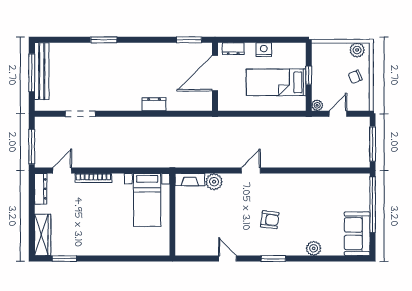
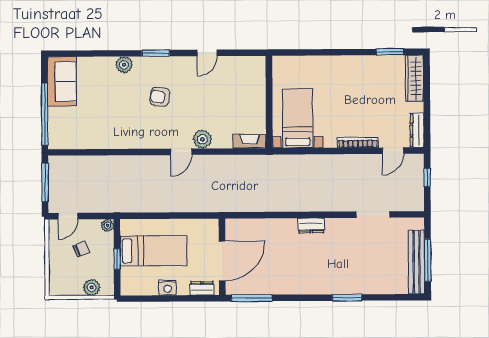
window: (189, 40) -> (252, 298), width x1.44
plant: (357, 50) -> (92, 287), moved
chair: (355, 77) -> (81, 249), moved
dresser: (154, 104) -> (311, 225), moved
door: (338, 114) -> (68, 216), moved
window: (32, 147) -> (427, 177), width x0.46
plant: (214, 182) -> (202, 139), moved
plant: (314, 248) -> (124, 65), moved
door: (227, 259) -> (207, 53), hinge flipped

